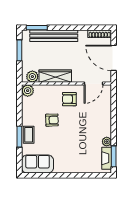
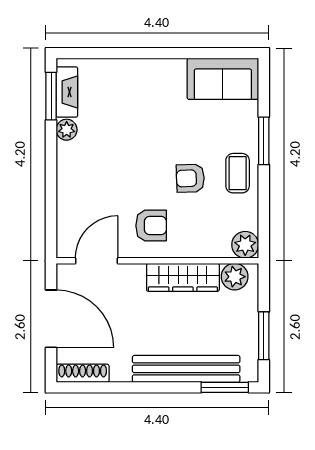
coffee table: (29, 135) -> (238, 173), moved

